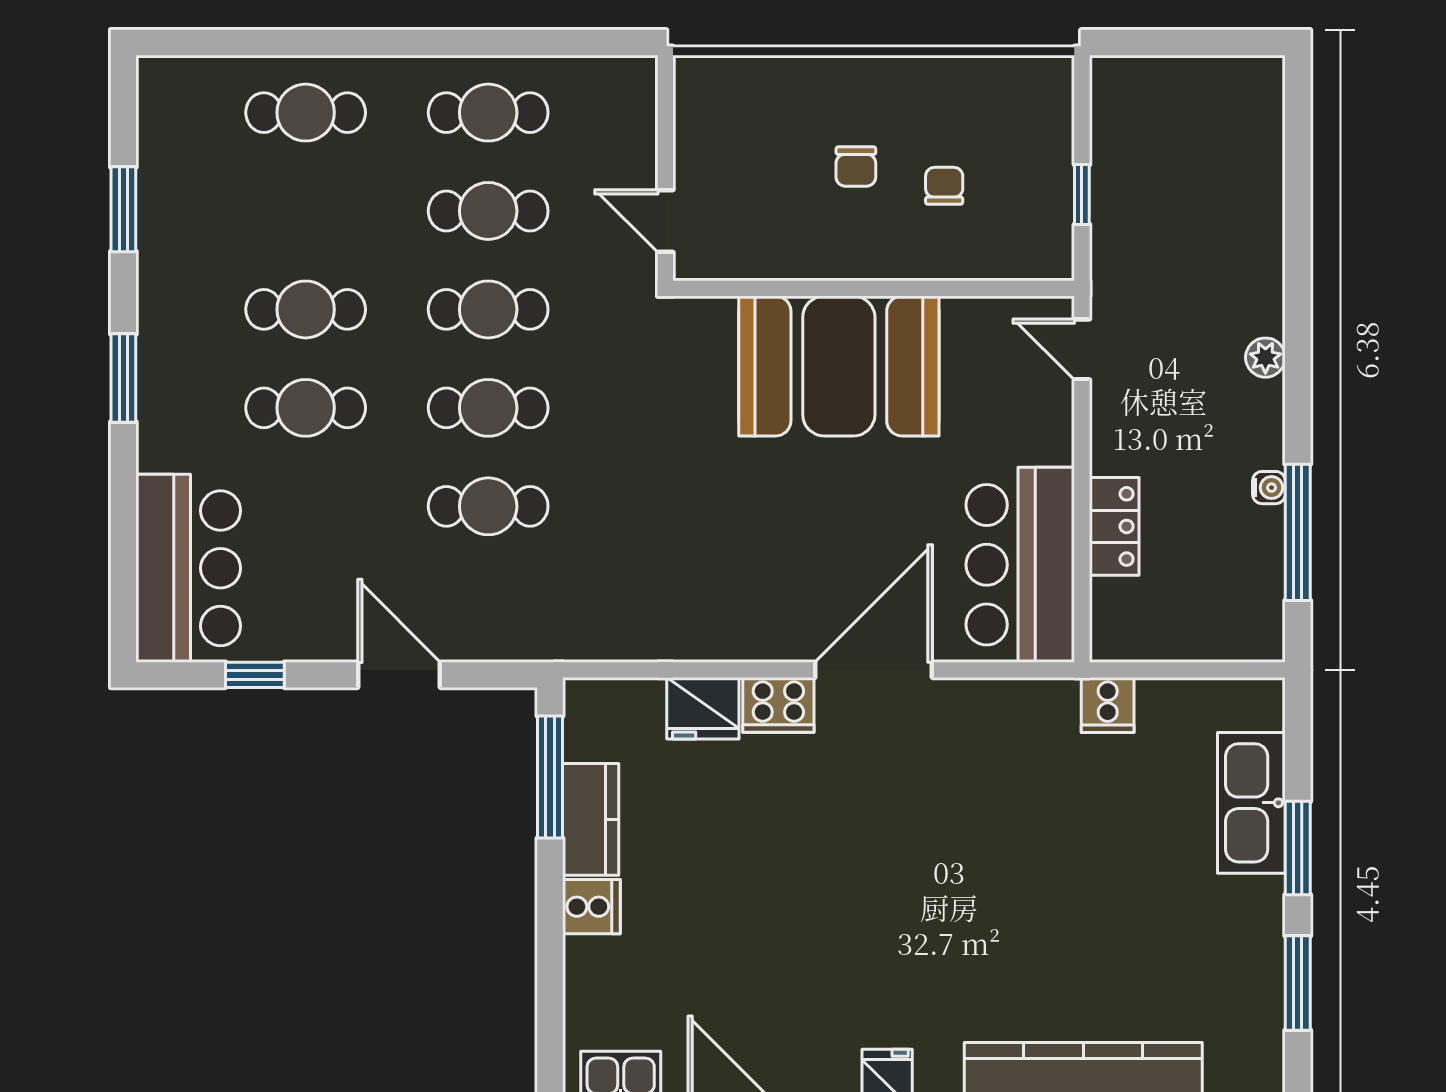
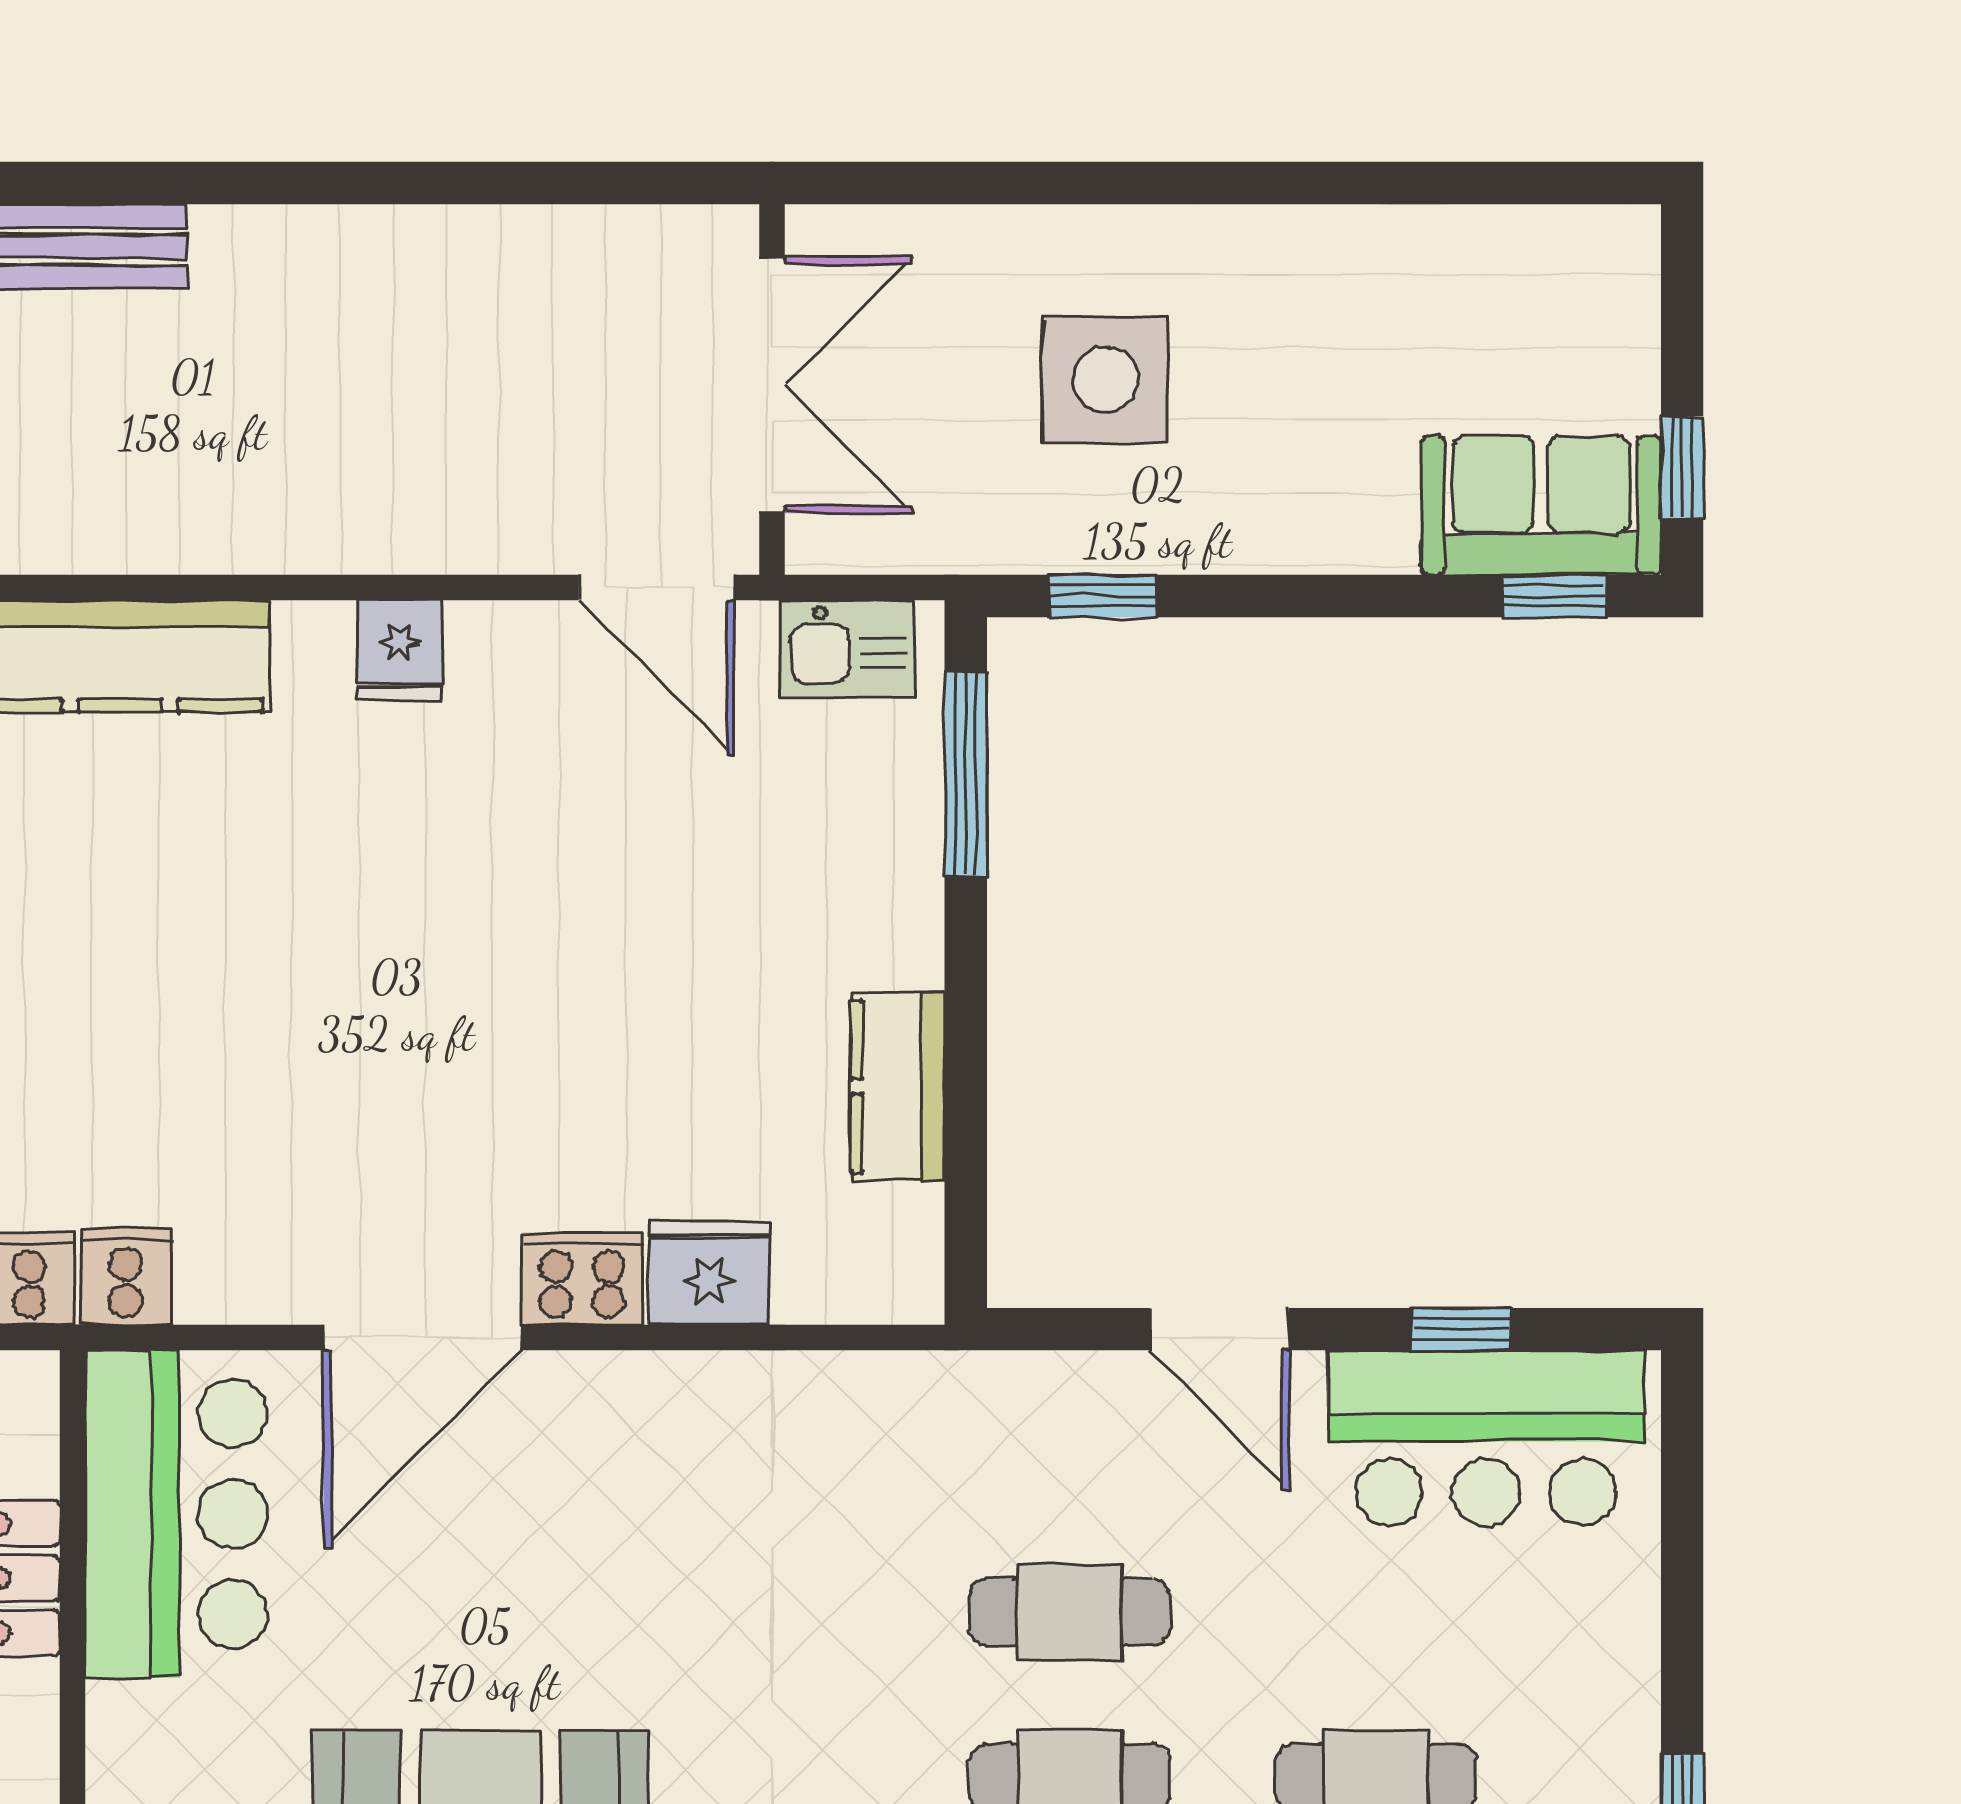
bar counter: (188, 568) -> (1486, 1438), moved, turned -90
window: (550, 777) -> (966, 774), moved
cooker: (591, 907) -> (126, 1277), moved, turned 90

